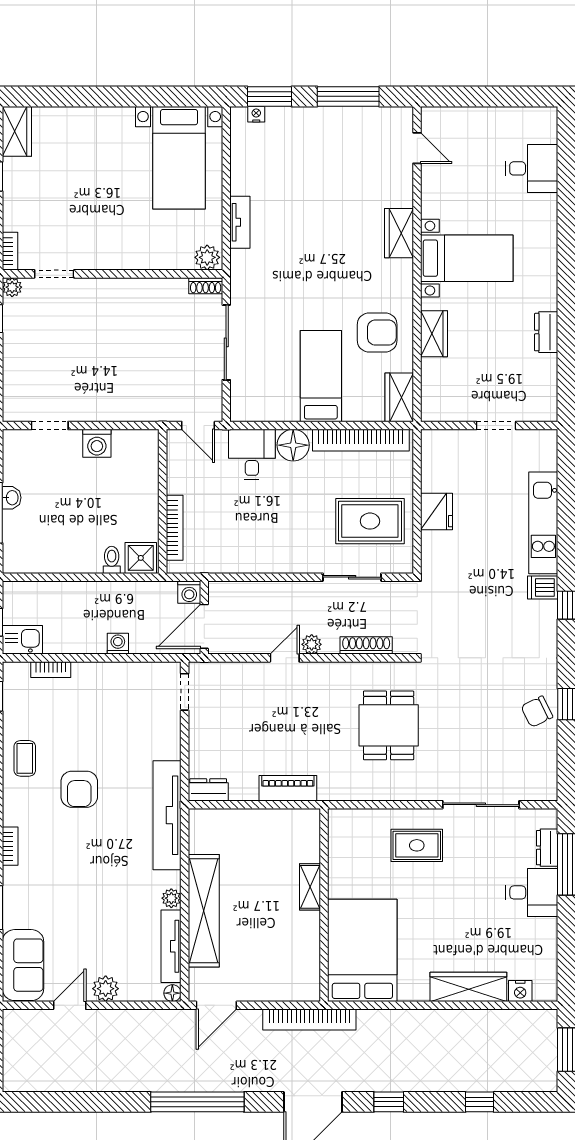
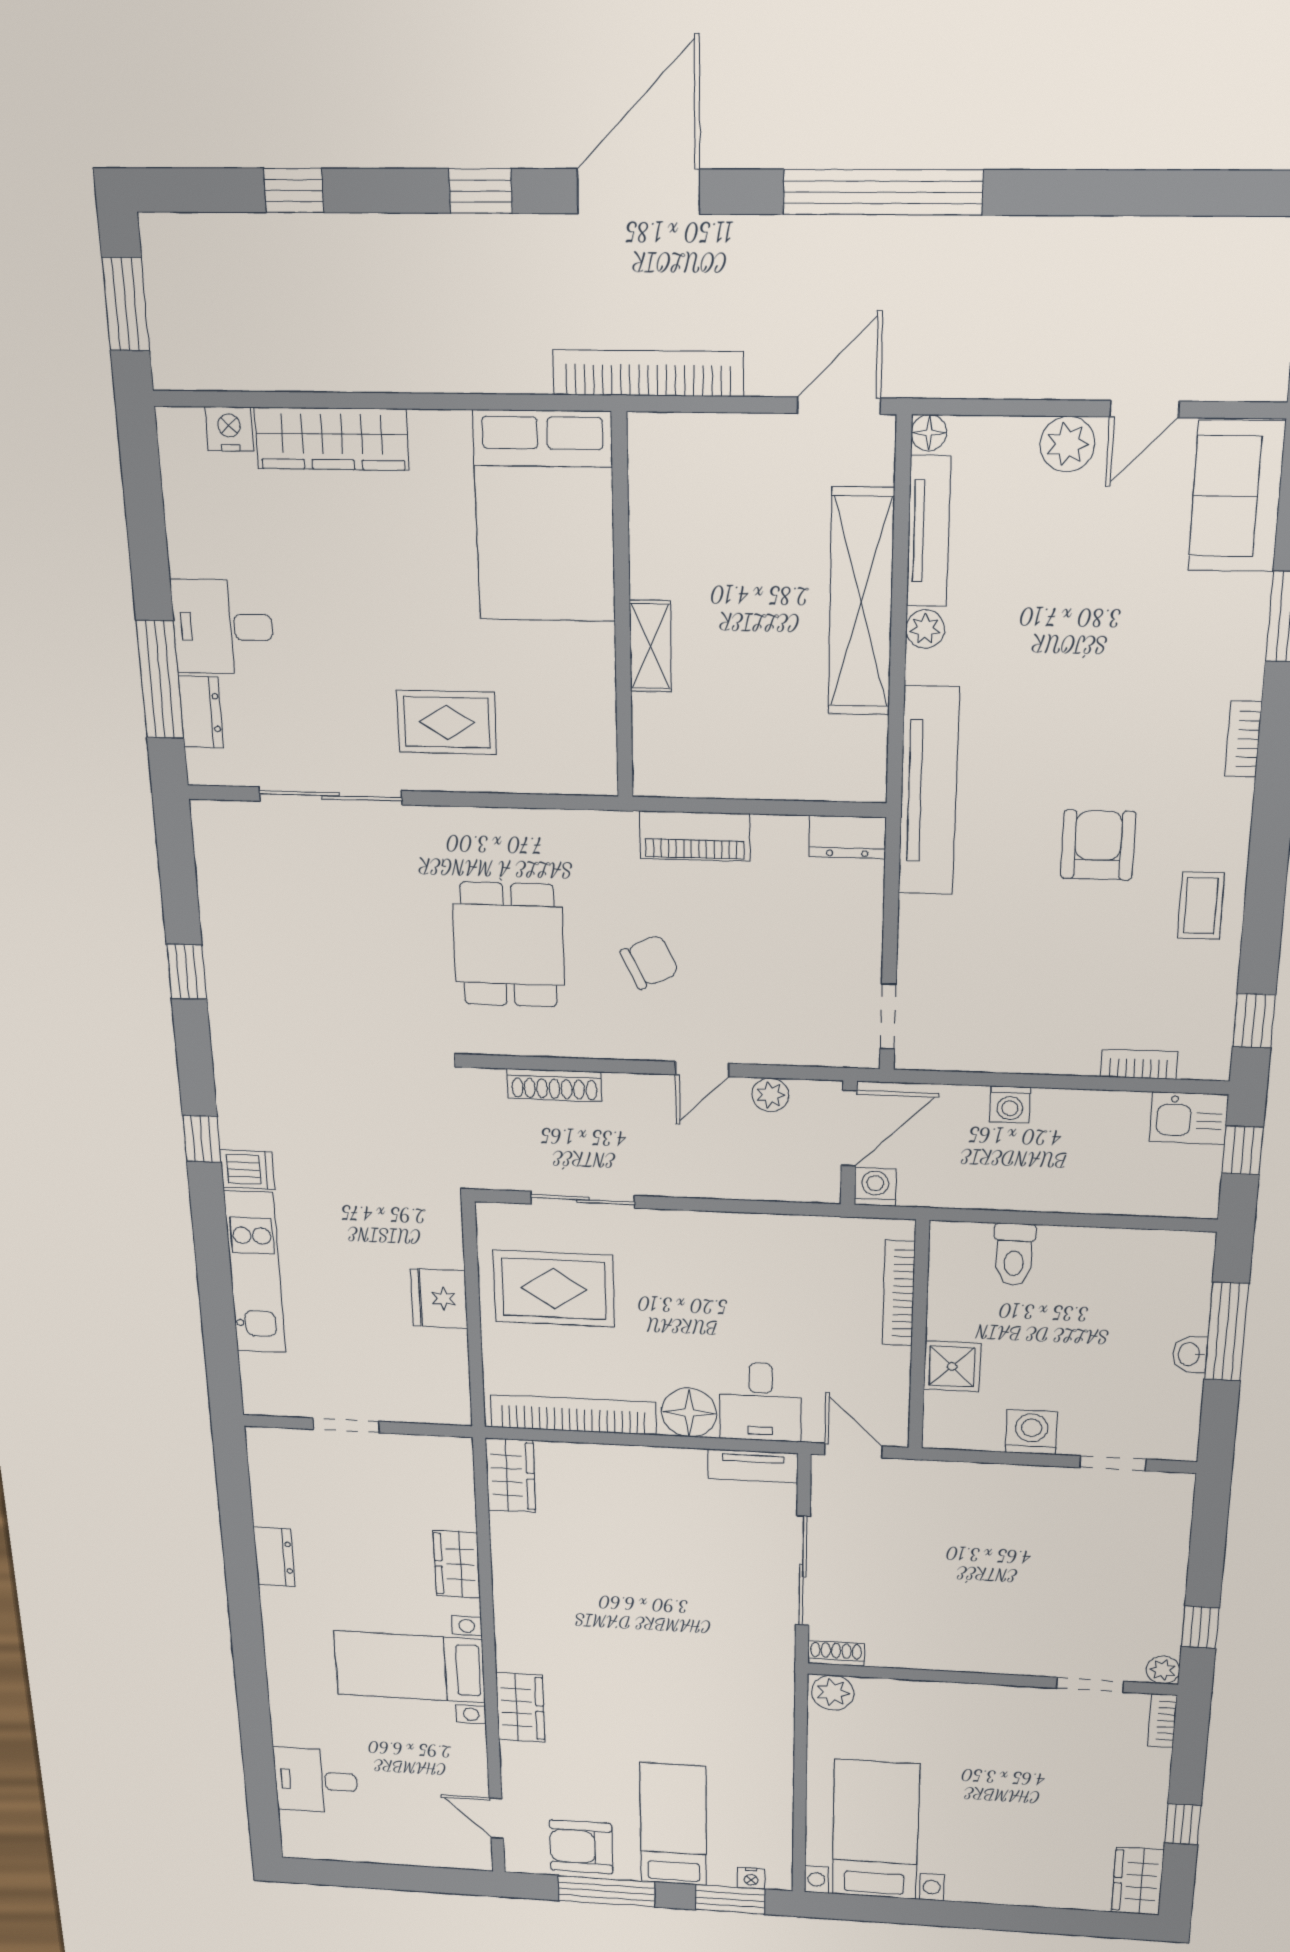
tv unit: (240, 222) -> (753, 1466), moved, turned -90
armchair: (377, 333) -> (581, 1847), moved
bed: (321, 376) -> (673, 1824), moved, turned 180
shower: (141, 558) -> (952, 1366), moved
toilet: (112, 560) -> (1014, 1255), width x1.37, depth x1.39
plant: (312, 644) -> (770, 1095), moved
chair: (537, 712) -> (649, 962), moved

